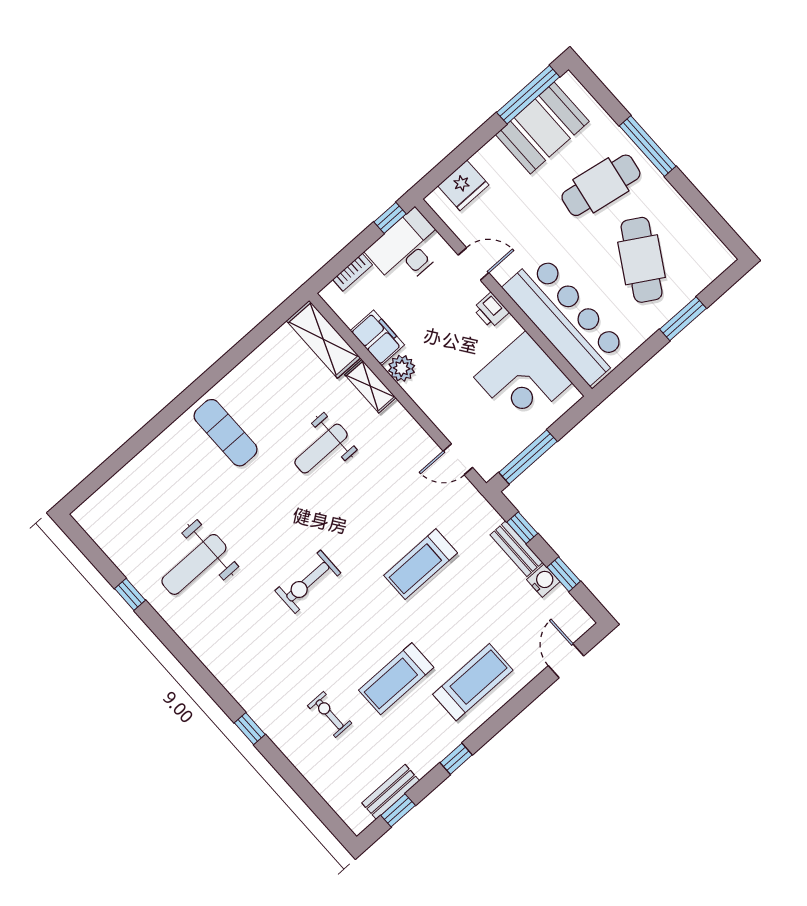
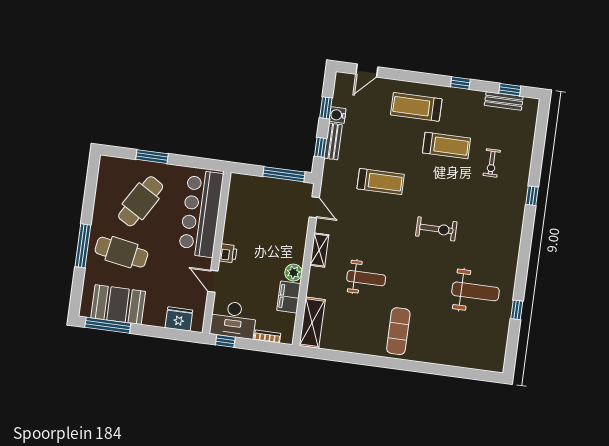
corner desk: (523, 380) -> (249, 209), removed
shelving: (370, 386) -> (319, 250), moved

